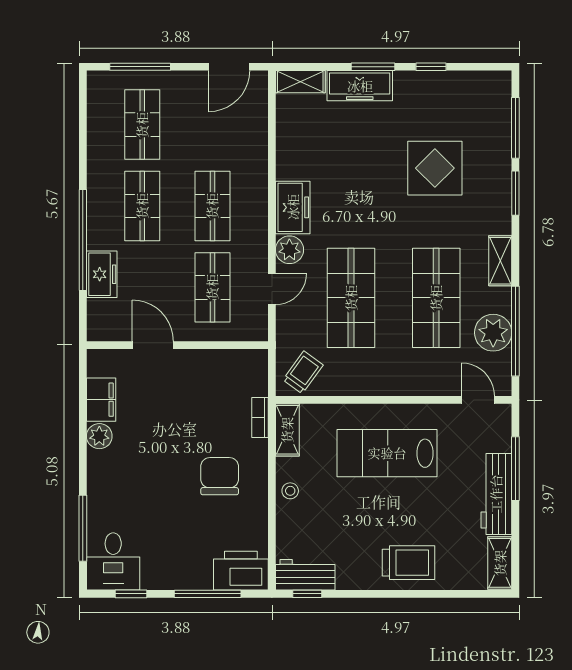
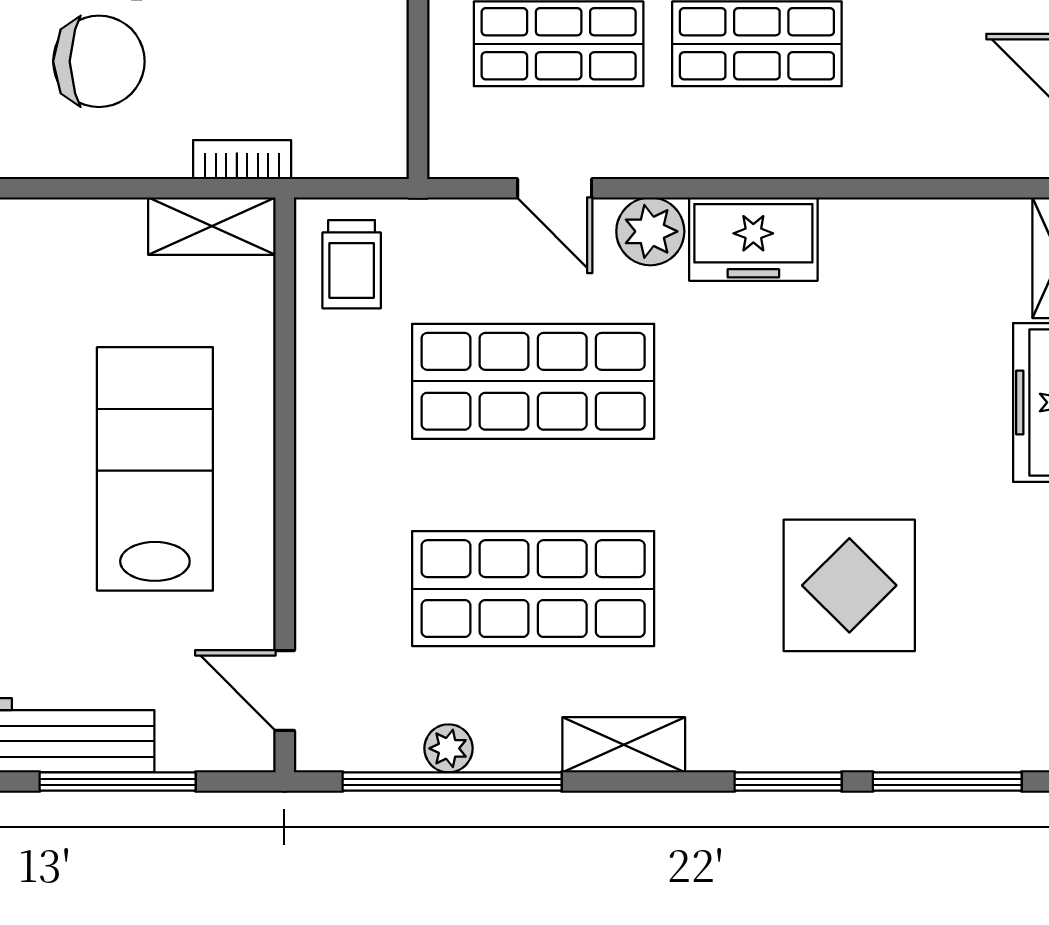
plant: (493, 333) -> (448, 748), width x0.53, depth x0.53
trolley: (303, 372) -> (352, 264), turned 54
door: (478, 400) -> (285, 690), swing flipped
stool: (290, 491) -> (63, 233), removed

